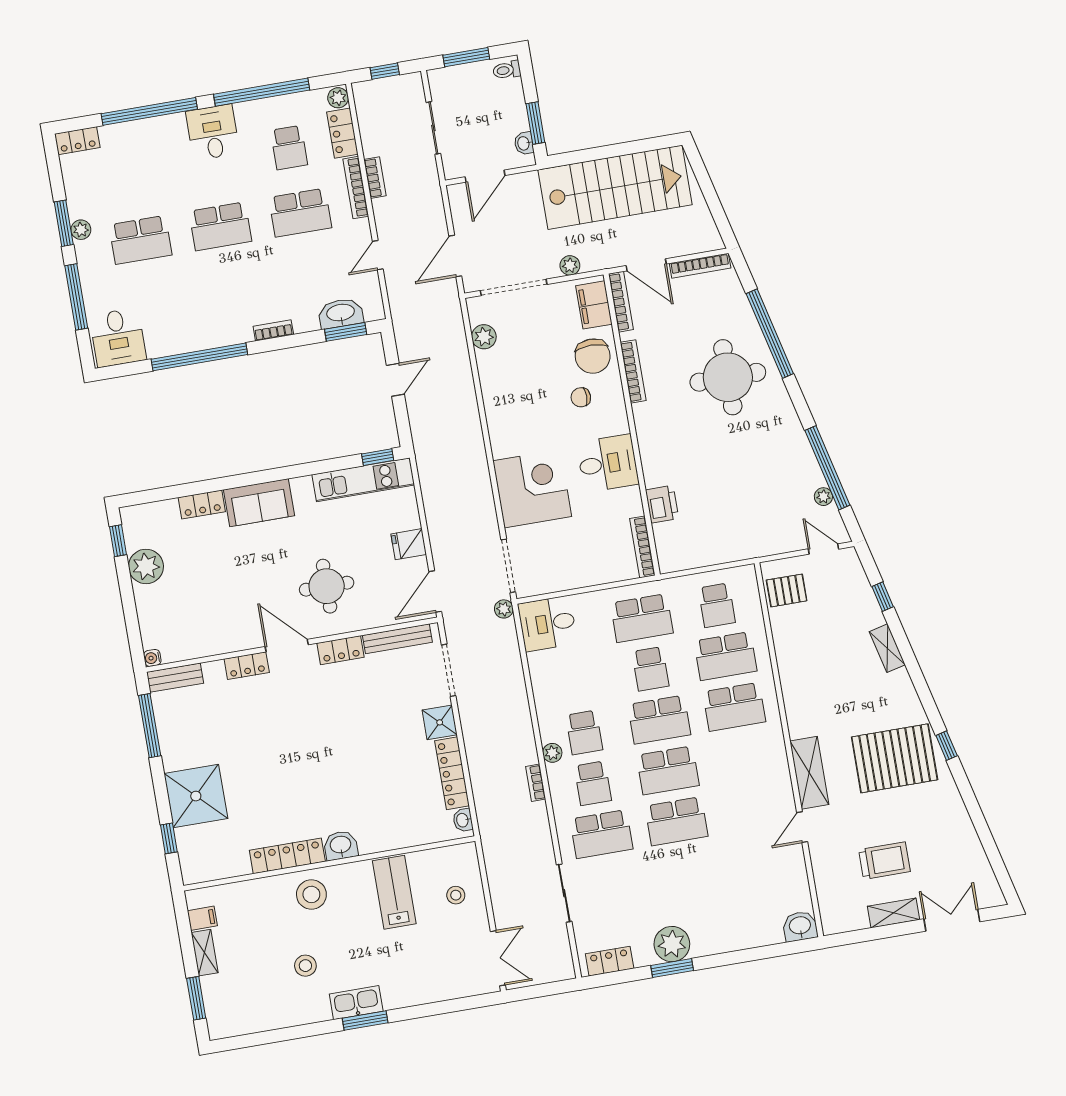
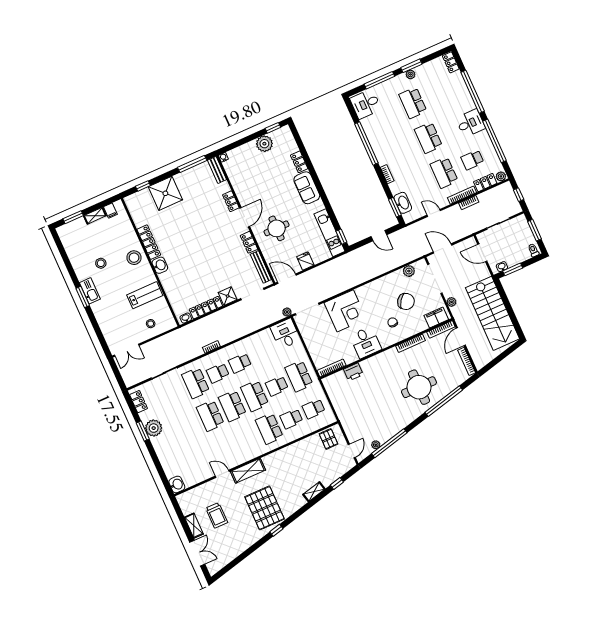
chair: (593, 356) -> (406, 301), moved, turned -145
school desk: (725, 656) -> (291, 419), width x0.54
plant: (552, 753) -> (227, 351), removed

